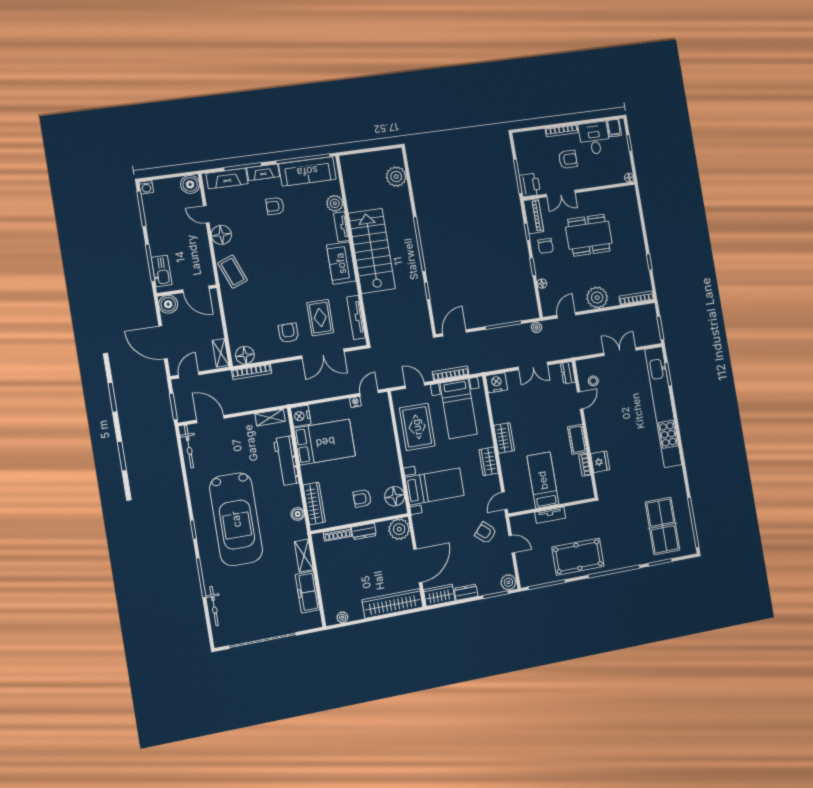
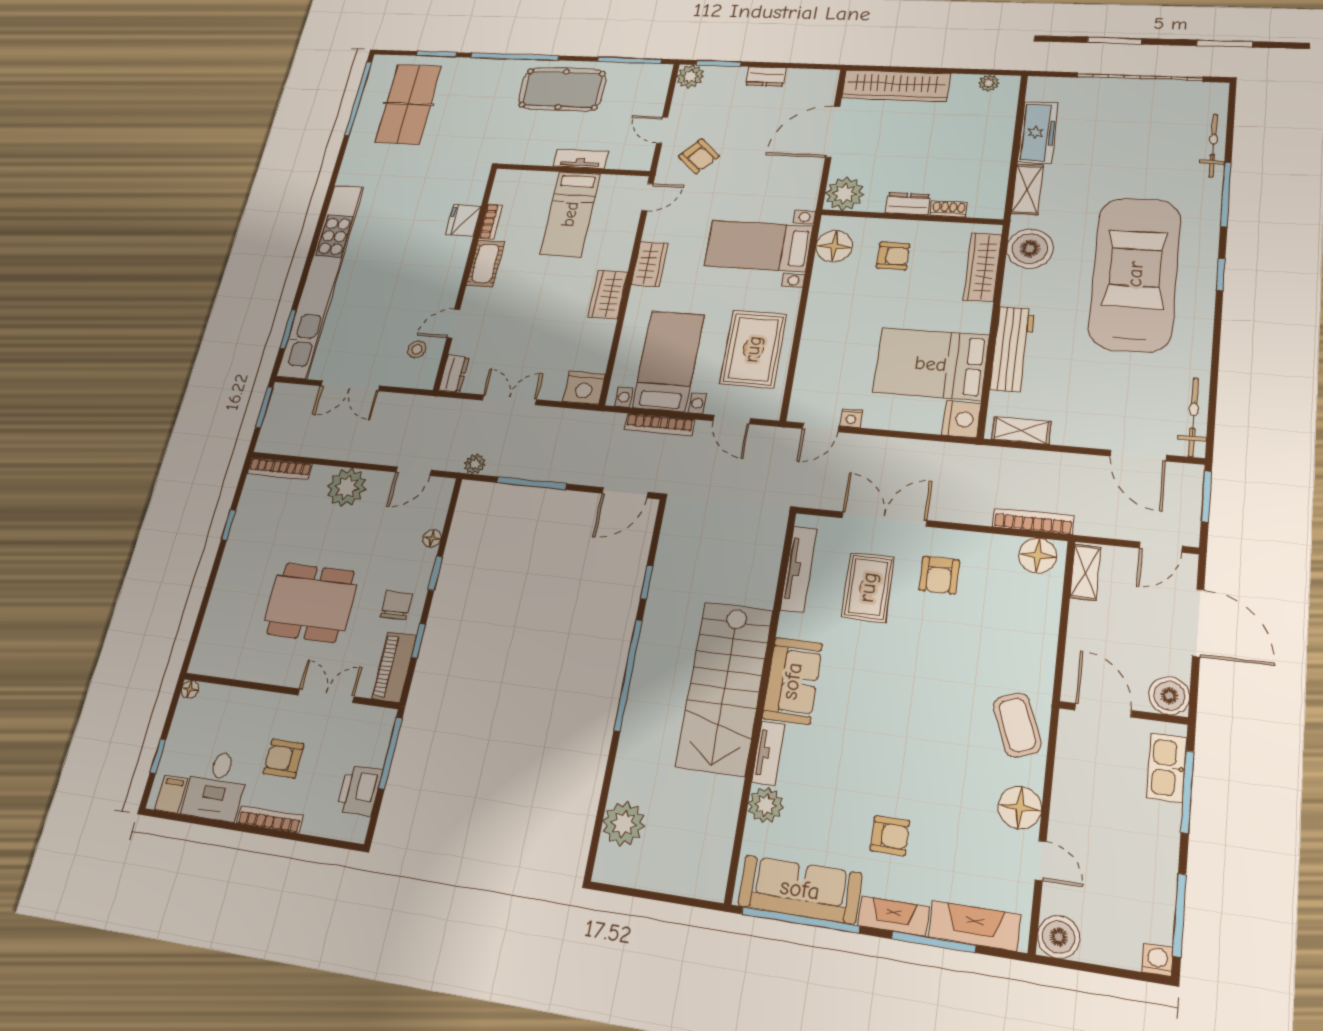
printer: (530, 185) -> (359, 790), moved
boiler: (298, 514) -> (1030, 249), width x1.86, depth x1.86
shoe rack: (337, 534) -> (949, 209), width x0.70
wardrobe: (439, 595) -> (812, 82), removed

